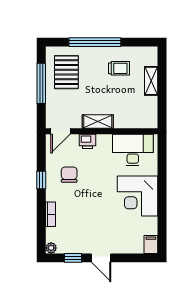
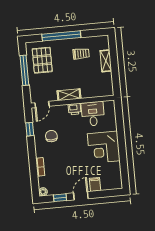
printer: (88, 141) -> (75, 109), moved
desk: (133, 150) -> (93, 114), width x0.73
window: (41, 180) -> (30, 129), moved
filing cabinet: (151, 245) -> (95, 184), moved
door: (101, 258) -> (81, 196), swing flipped

